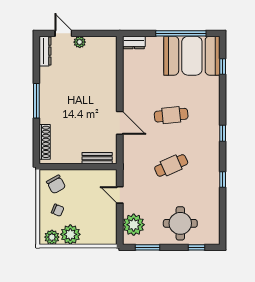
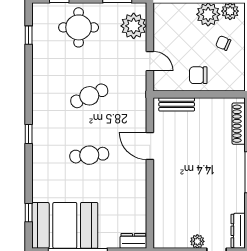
window: (223, 179) -> (29, 35), moved
chair: (56, 184) -> (198, 75), moved, turned -61

